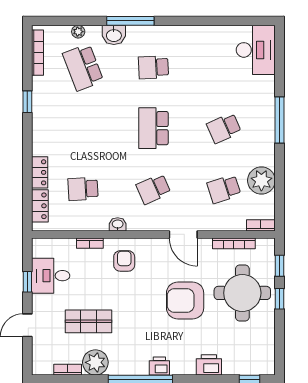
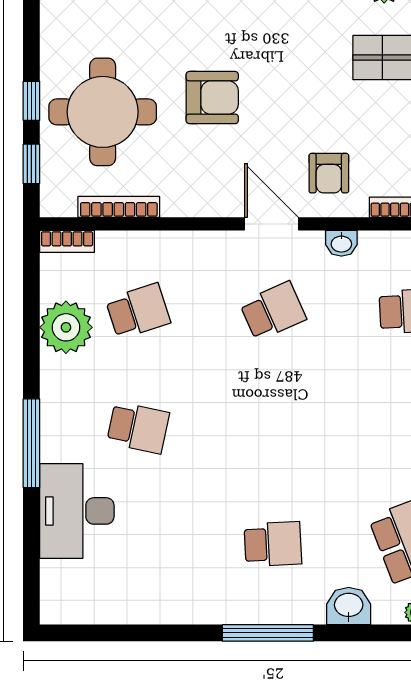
window: (130, 21) -> (268, 633), moved
desk: (256, 50) -> (77, 511), moved
school desk: (153, 128) -> (273, 428), removed
school desk: (224, 128) -> (138, 428), turned 36
door: (183, 234) -> (271, 224), moved
armchair: (185, 300) -> (212, 98), width x0.73, depth x0.73

